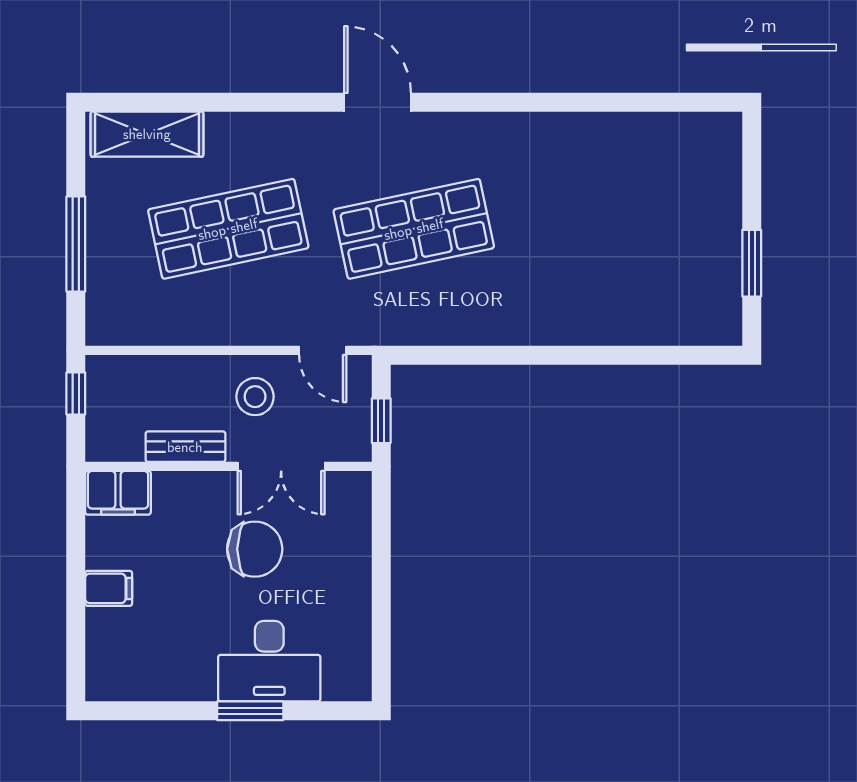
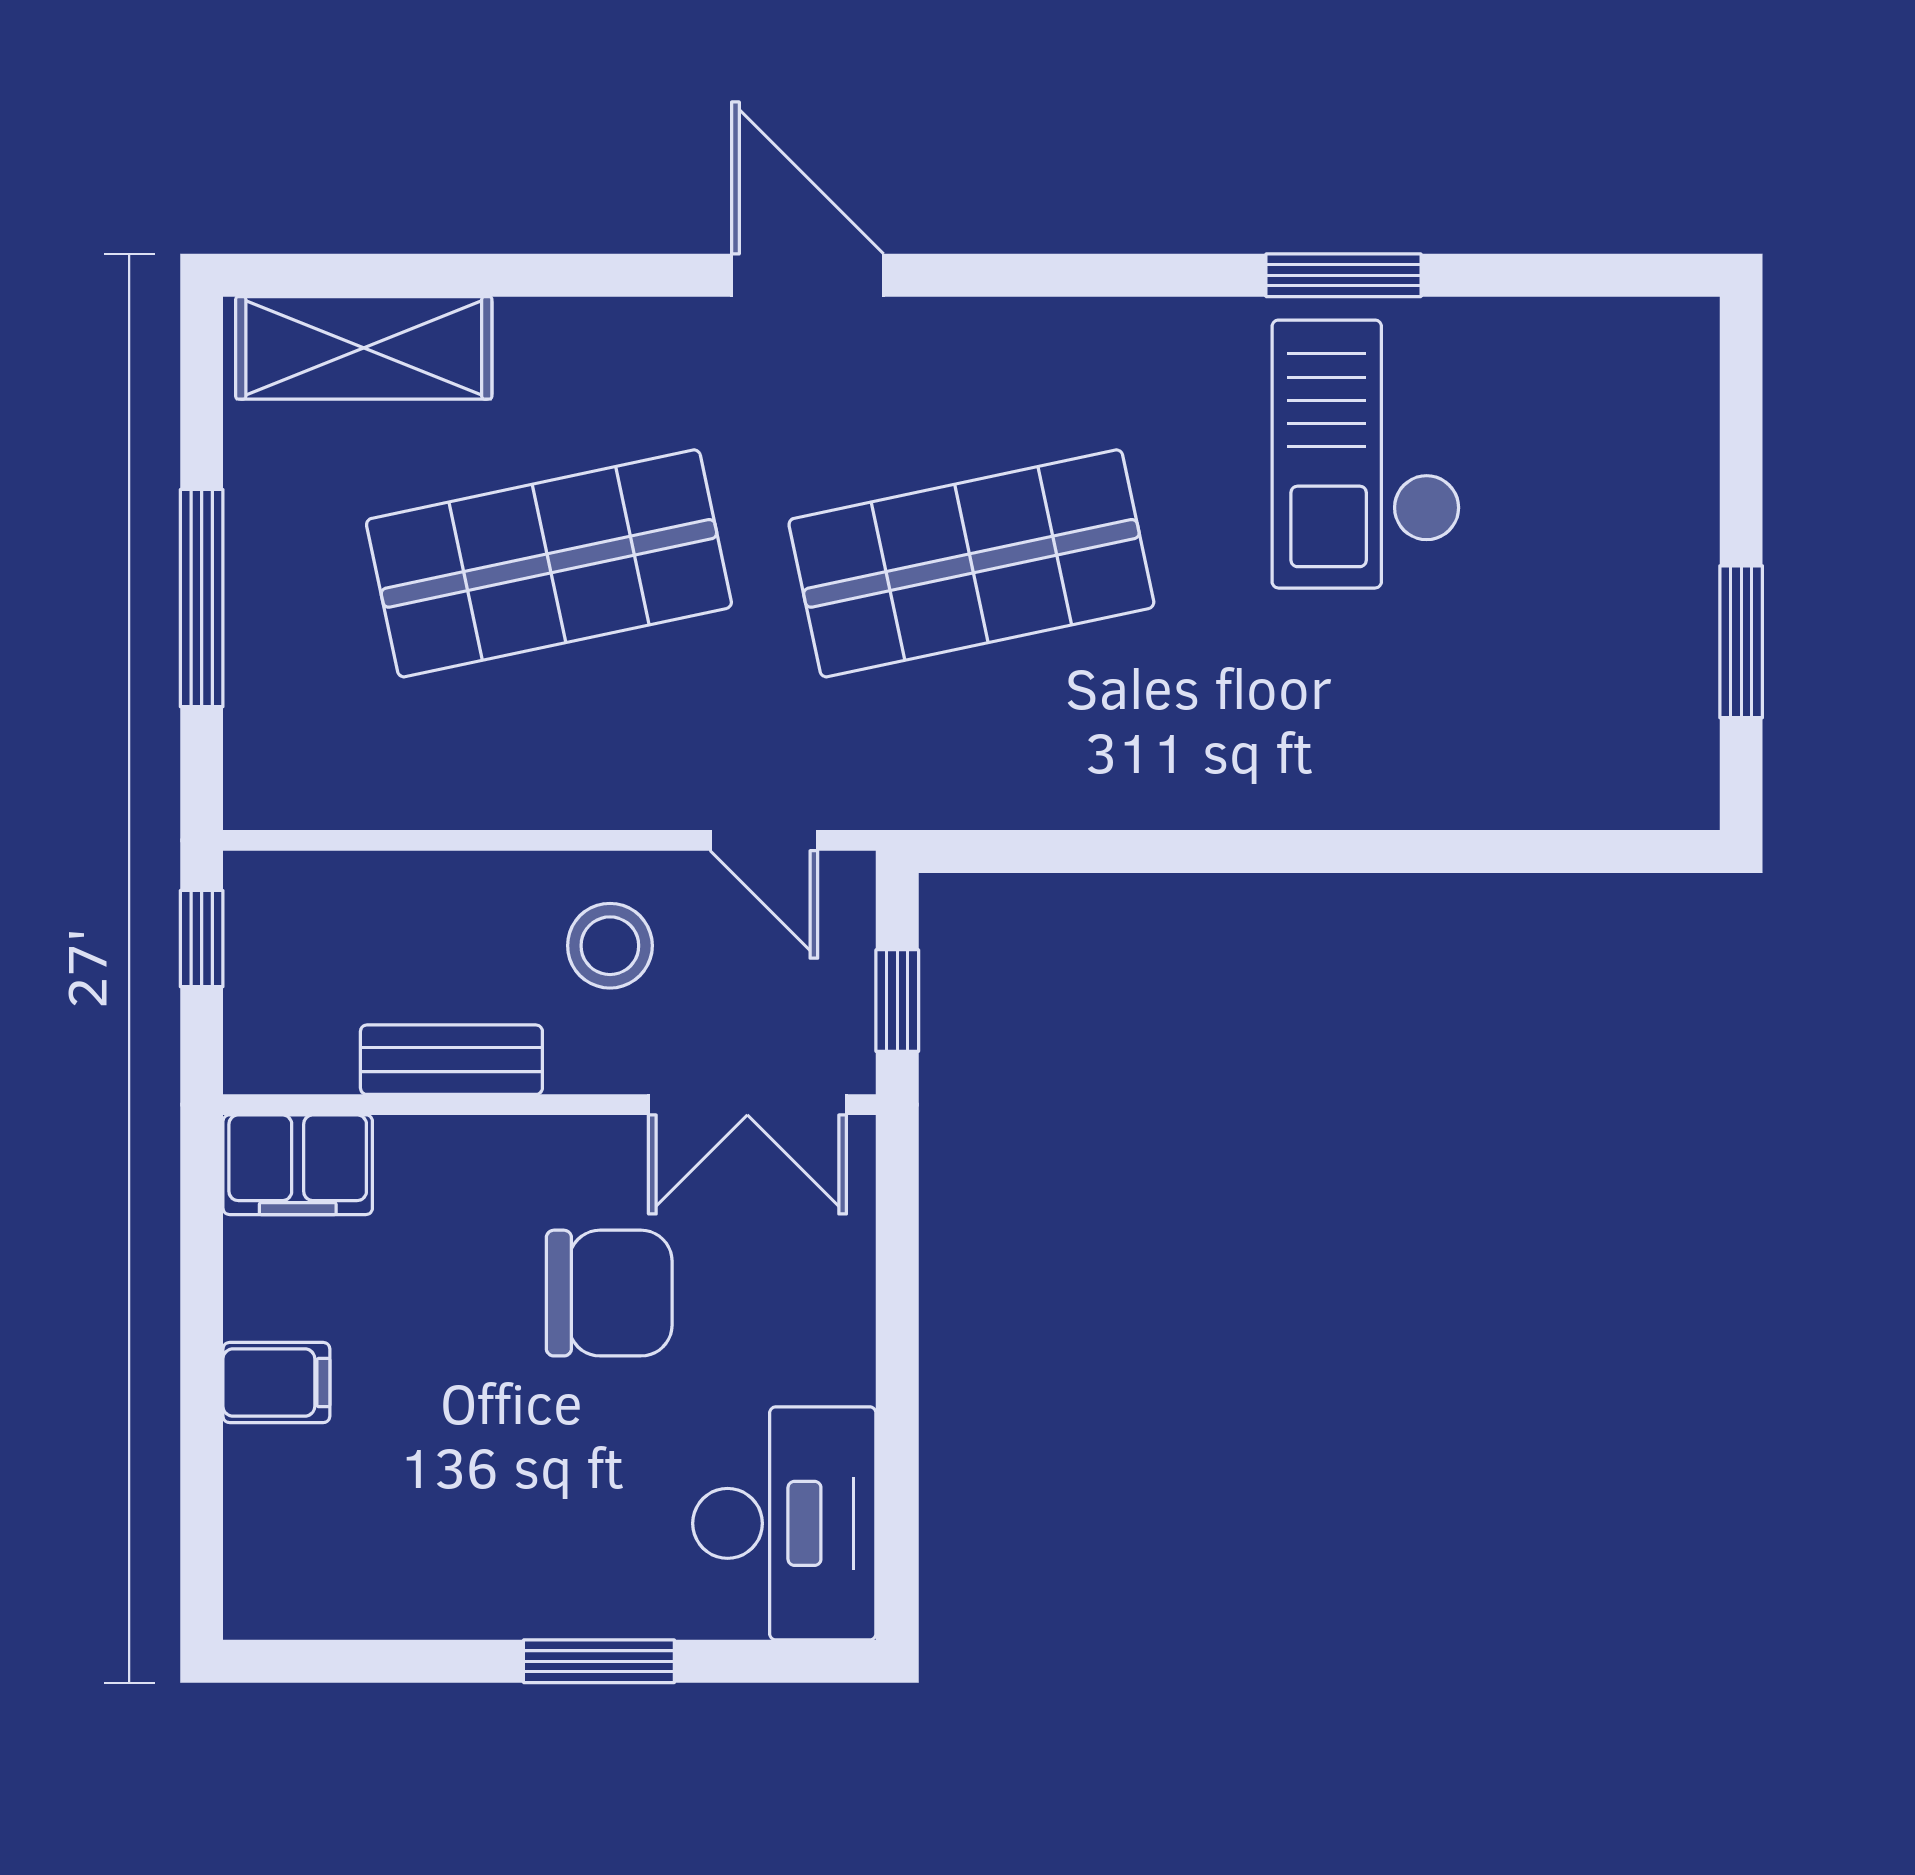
door: (378, 102) -> (808, 275), moved
window: (577, 102) -> (1344, 275), added
checkout: (587, 181) -> (1366, 454), added
double door: (281, 466) -> (747, 1105), moved
desk: (269, 661) -> (784, 1523), moved, turned -90

